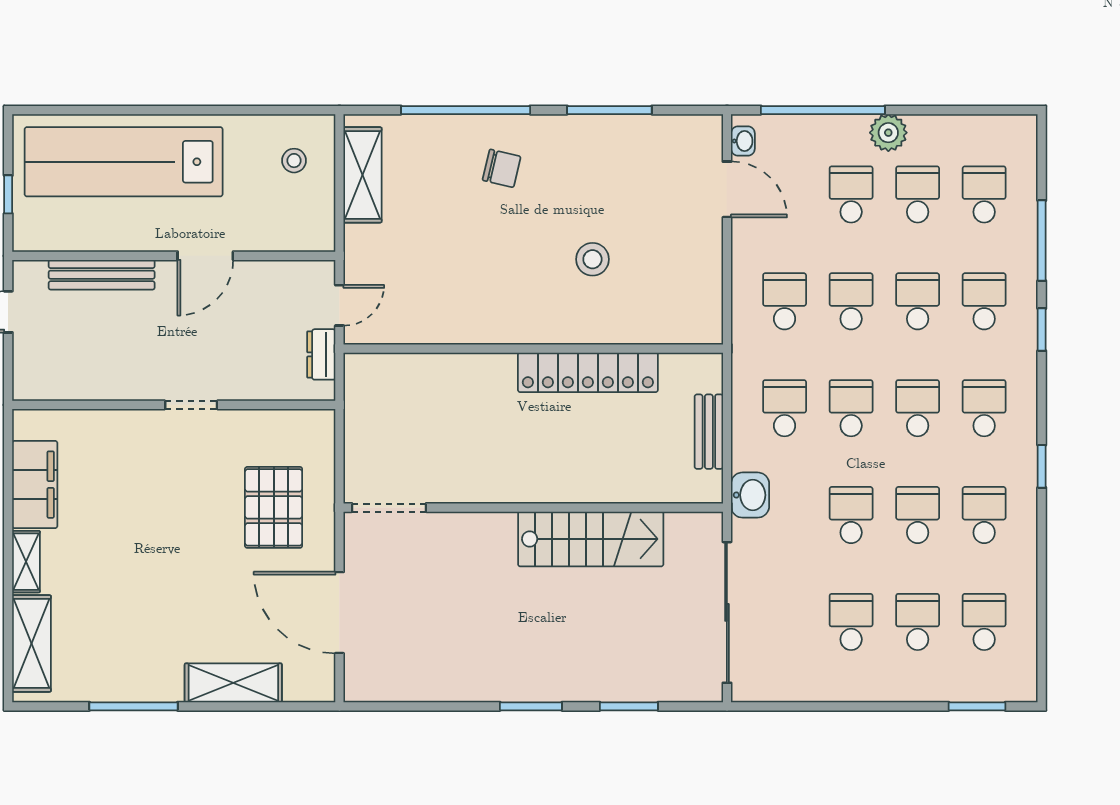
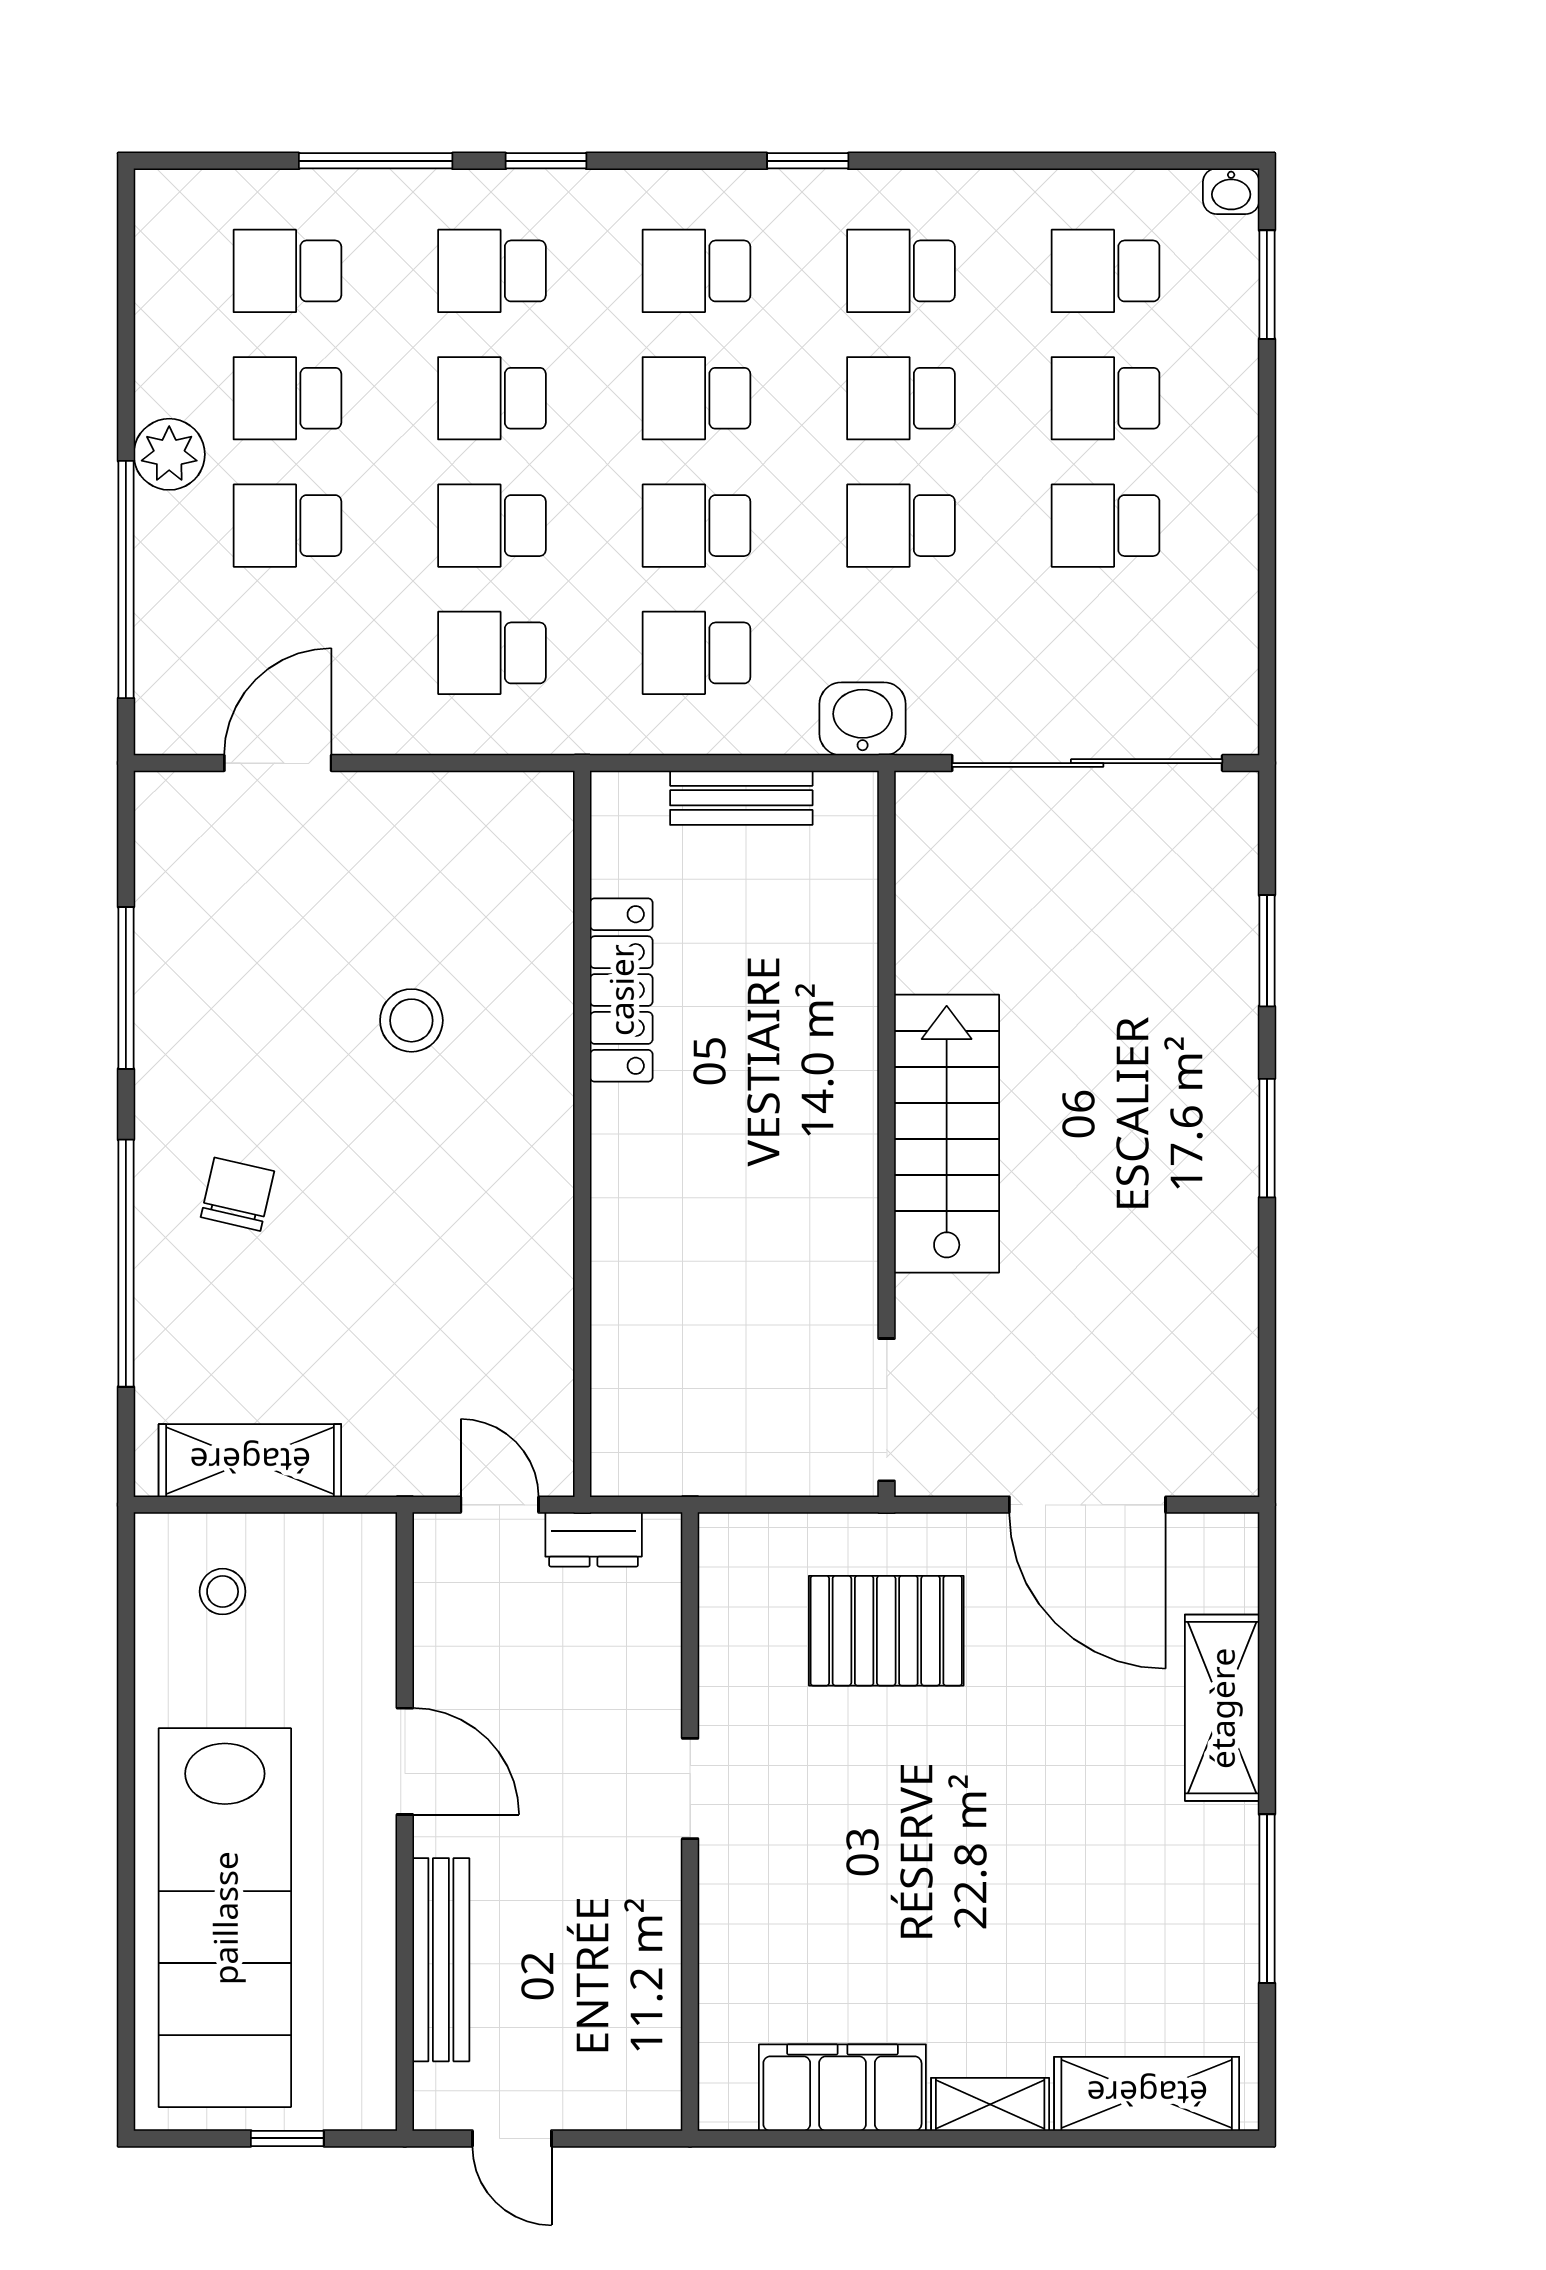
washbasin: (743, 141) -> (1231, 191), moved, turned 180
locker: (588, 372) -> (621, 990), width x0.71, depth x0.83
stairs: (591, 539) -> (947, 1134), moved
door: (339, 613) -> (1087, 1505), hinge flipped

